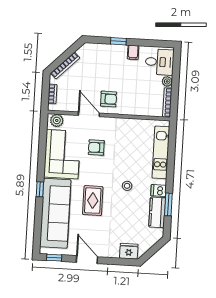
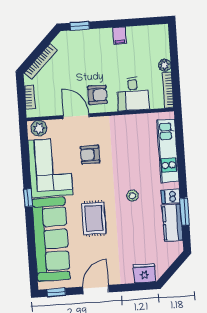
window: (118, 41) -> (80, 26), moved
desk: (160, 62) -> (133, 94), moved, turned 90
window: (40, 189) -> (28, 198), moved
door: (87, 260) -> (96, 290), hinge flipped

